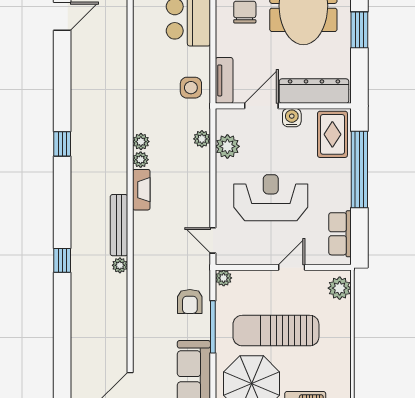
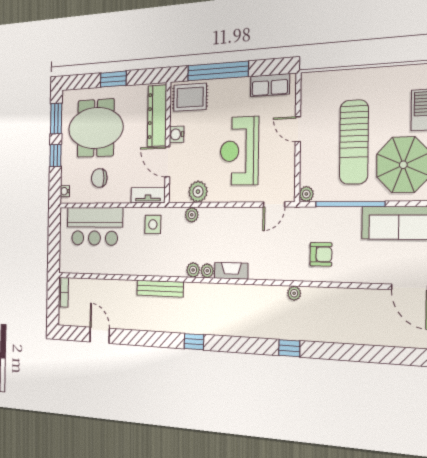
bench: (119, 225) -> (160, 289), moved
plant: (340, 288) -> (317, 82), removed
armchair: (190, 301) -> (321, 254), moved
window: (213, 327) -> (350, 204), width x1.46

